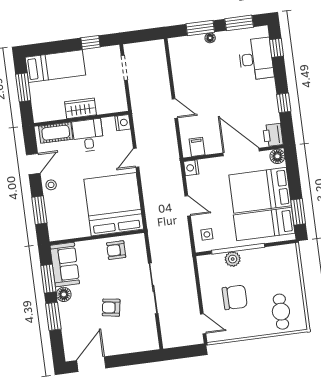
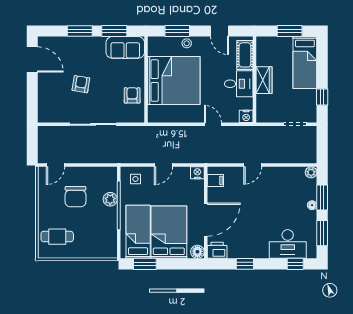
plant: (174, 44) -> (311, 172), added
stool: (51, 185) -> (187, 43), moved
bed: (114, 204) -> (174, 81), moved
floor lamp: (64, 294) -> (98, 43), removed

